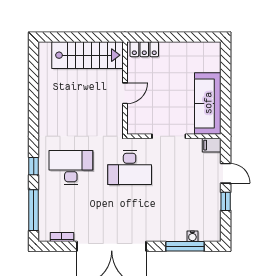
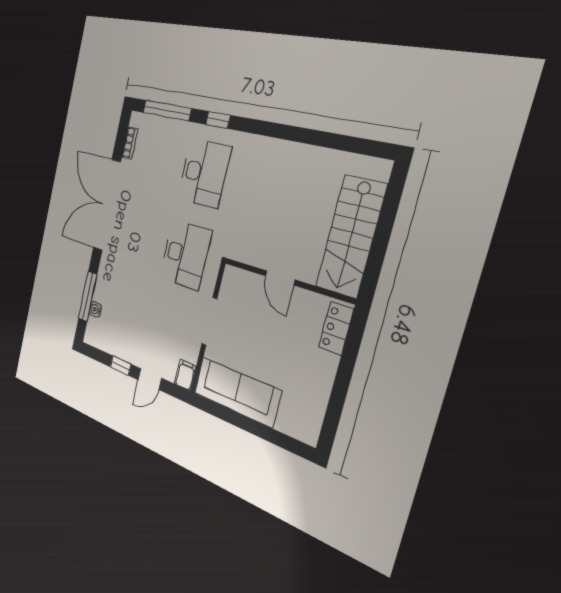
desk: (130, 167) -> (185, 255), turned 180

